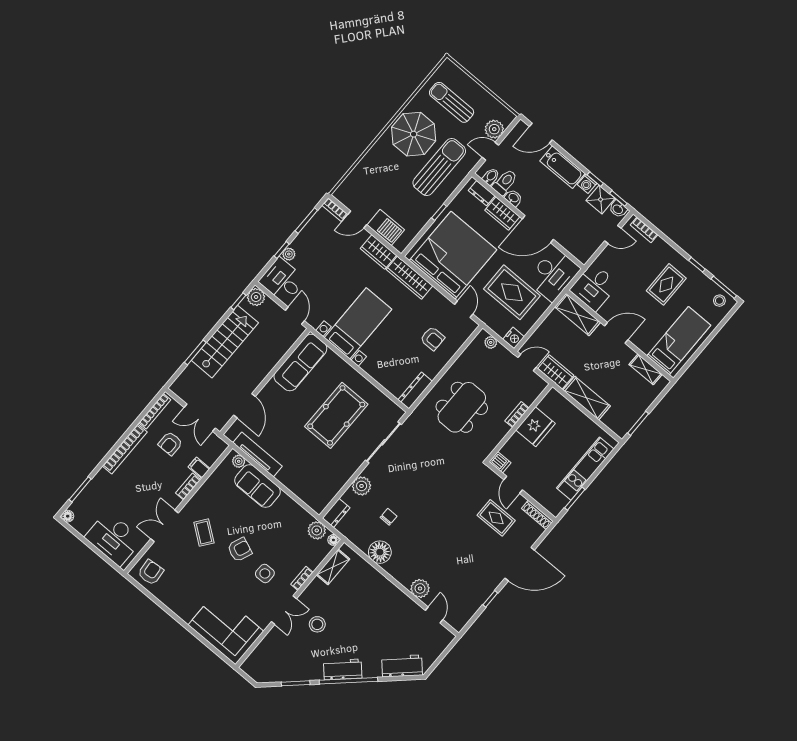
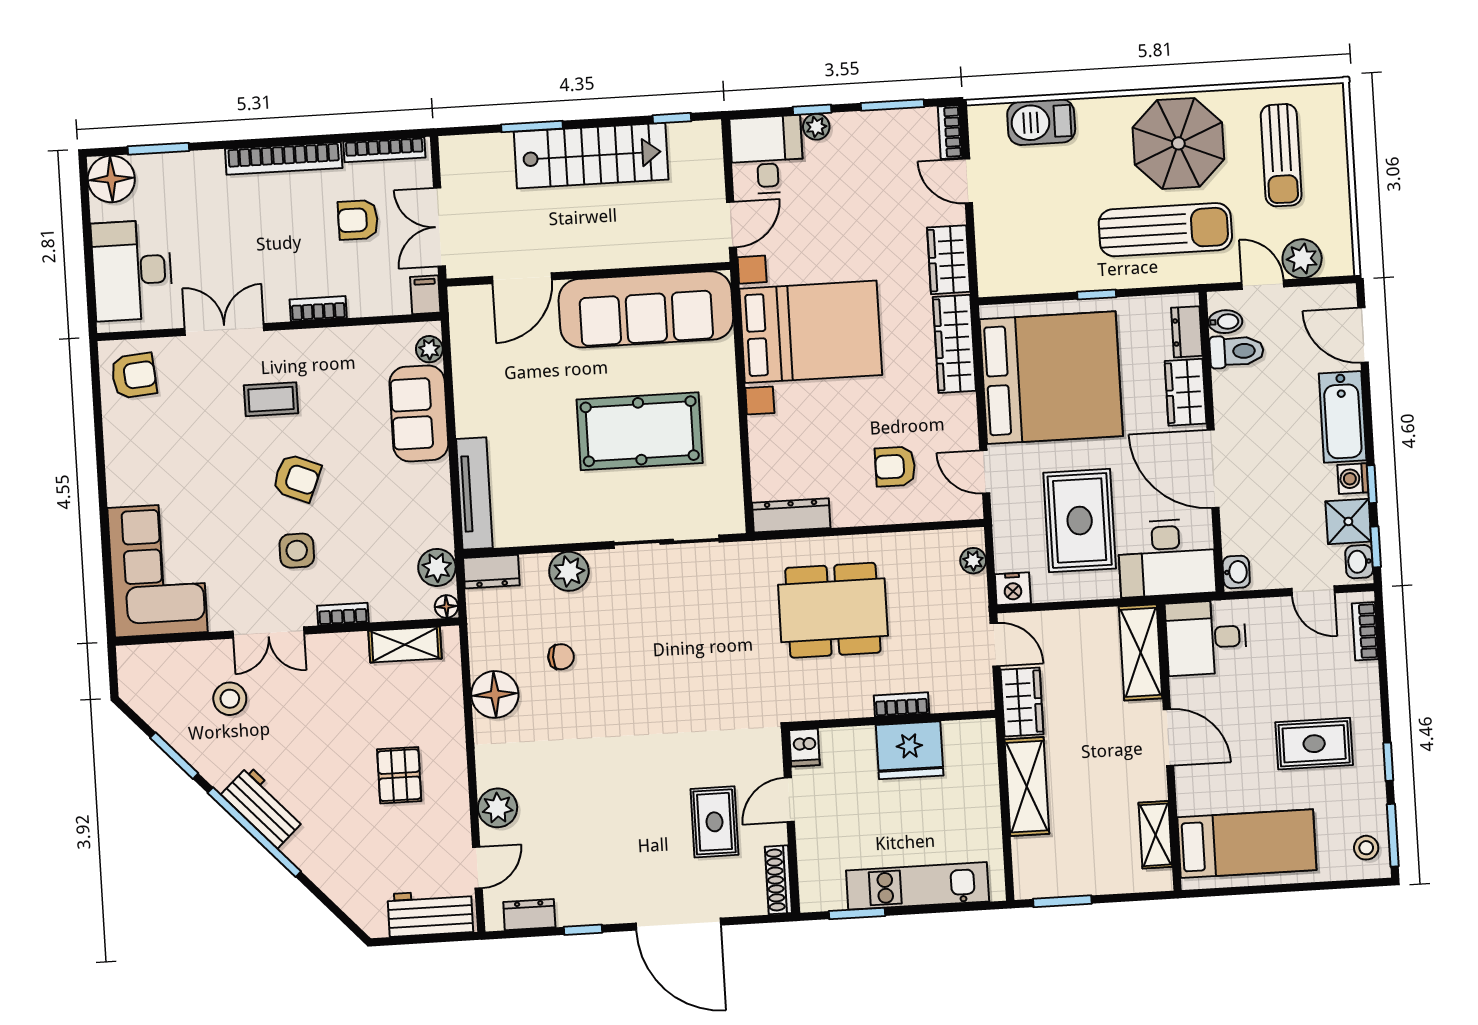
sun lounger: (452, 102) -> (1281, 155), turned 180
washbasin: (513, 198) -> (1236, 572), moved
barbecue: (386, 227) -> (1041, 122), moved, turned 90
plant: (256, 297) -> (704, 139), removed
door: (464, 309) -> (985, 472), swing flipped
bed with nightstands: (358, 323) -> (811, 332), width x1.36
armchair: (432, 338) -> (895, 466), turned 90
sofa: (300, 363) -> (646, 309), width x1.36, depth x1.27
tv unit: (258, 454) -> (474, 494), moved
filing cabinet: (199, 468) -> (425, 295), moved
floor lamp: (68, 516) -> (111, 179), width x1.89, depth x1.89
coffee table: (204, 533) -> (271, 399), turned 53
pallet: (376, 612) -> (399, 775), added
dresser: (467, 613) -> (529, 915), added
stool: (317, 624) -> (230, 699), moved
workbench: (402, 666) -> (430, 913), moved, turned -47

